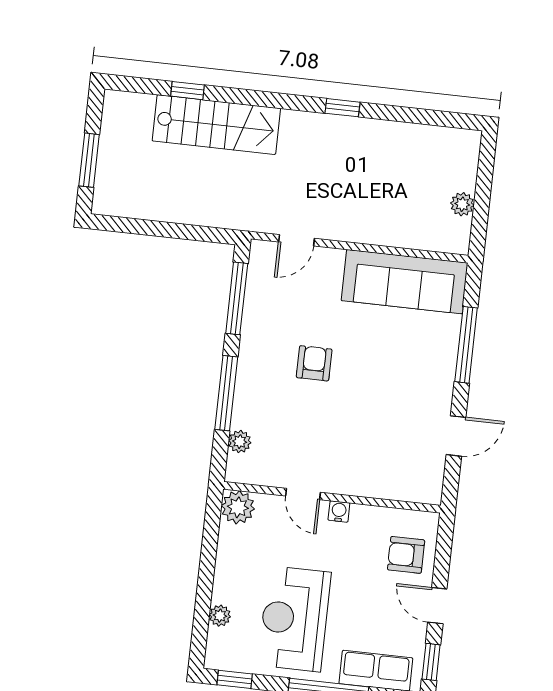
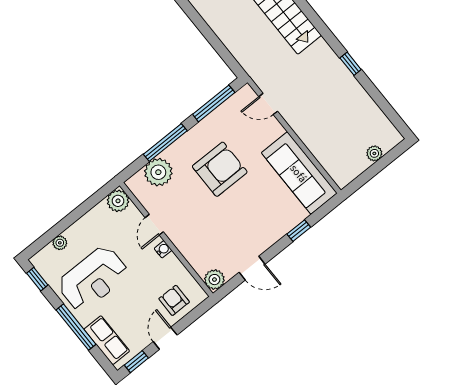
plant: (462, 204) -> (374, 153), moved
window: (466, 345) -> (299, 231), width x0.46
armchair: (314, 363) -> (220, 169), width x1.88, depth x1.88
plant: (240, 442) -> (158, 172), width x1.88, depth x1.88
plant: (427, 489) -> (214, 280), added
reception desk: (295, 619) -> (93, 279), turned 180

